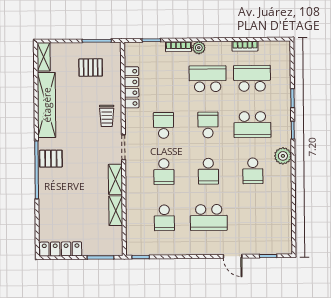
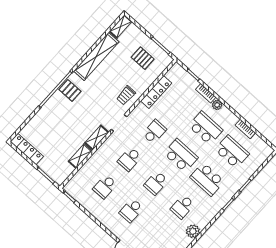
school desk: (208, 125) -> (181, 155), width x1.85
plant: (283, 156) -> (193, 231), moved
school desk: (209, 217) -> (131, 210), width x0.54

